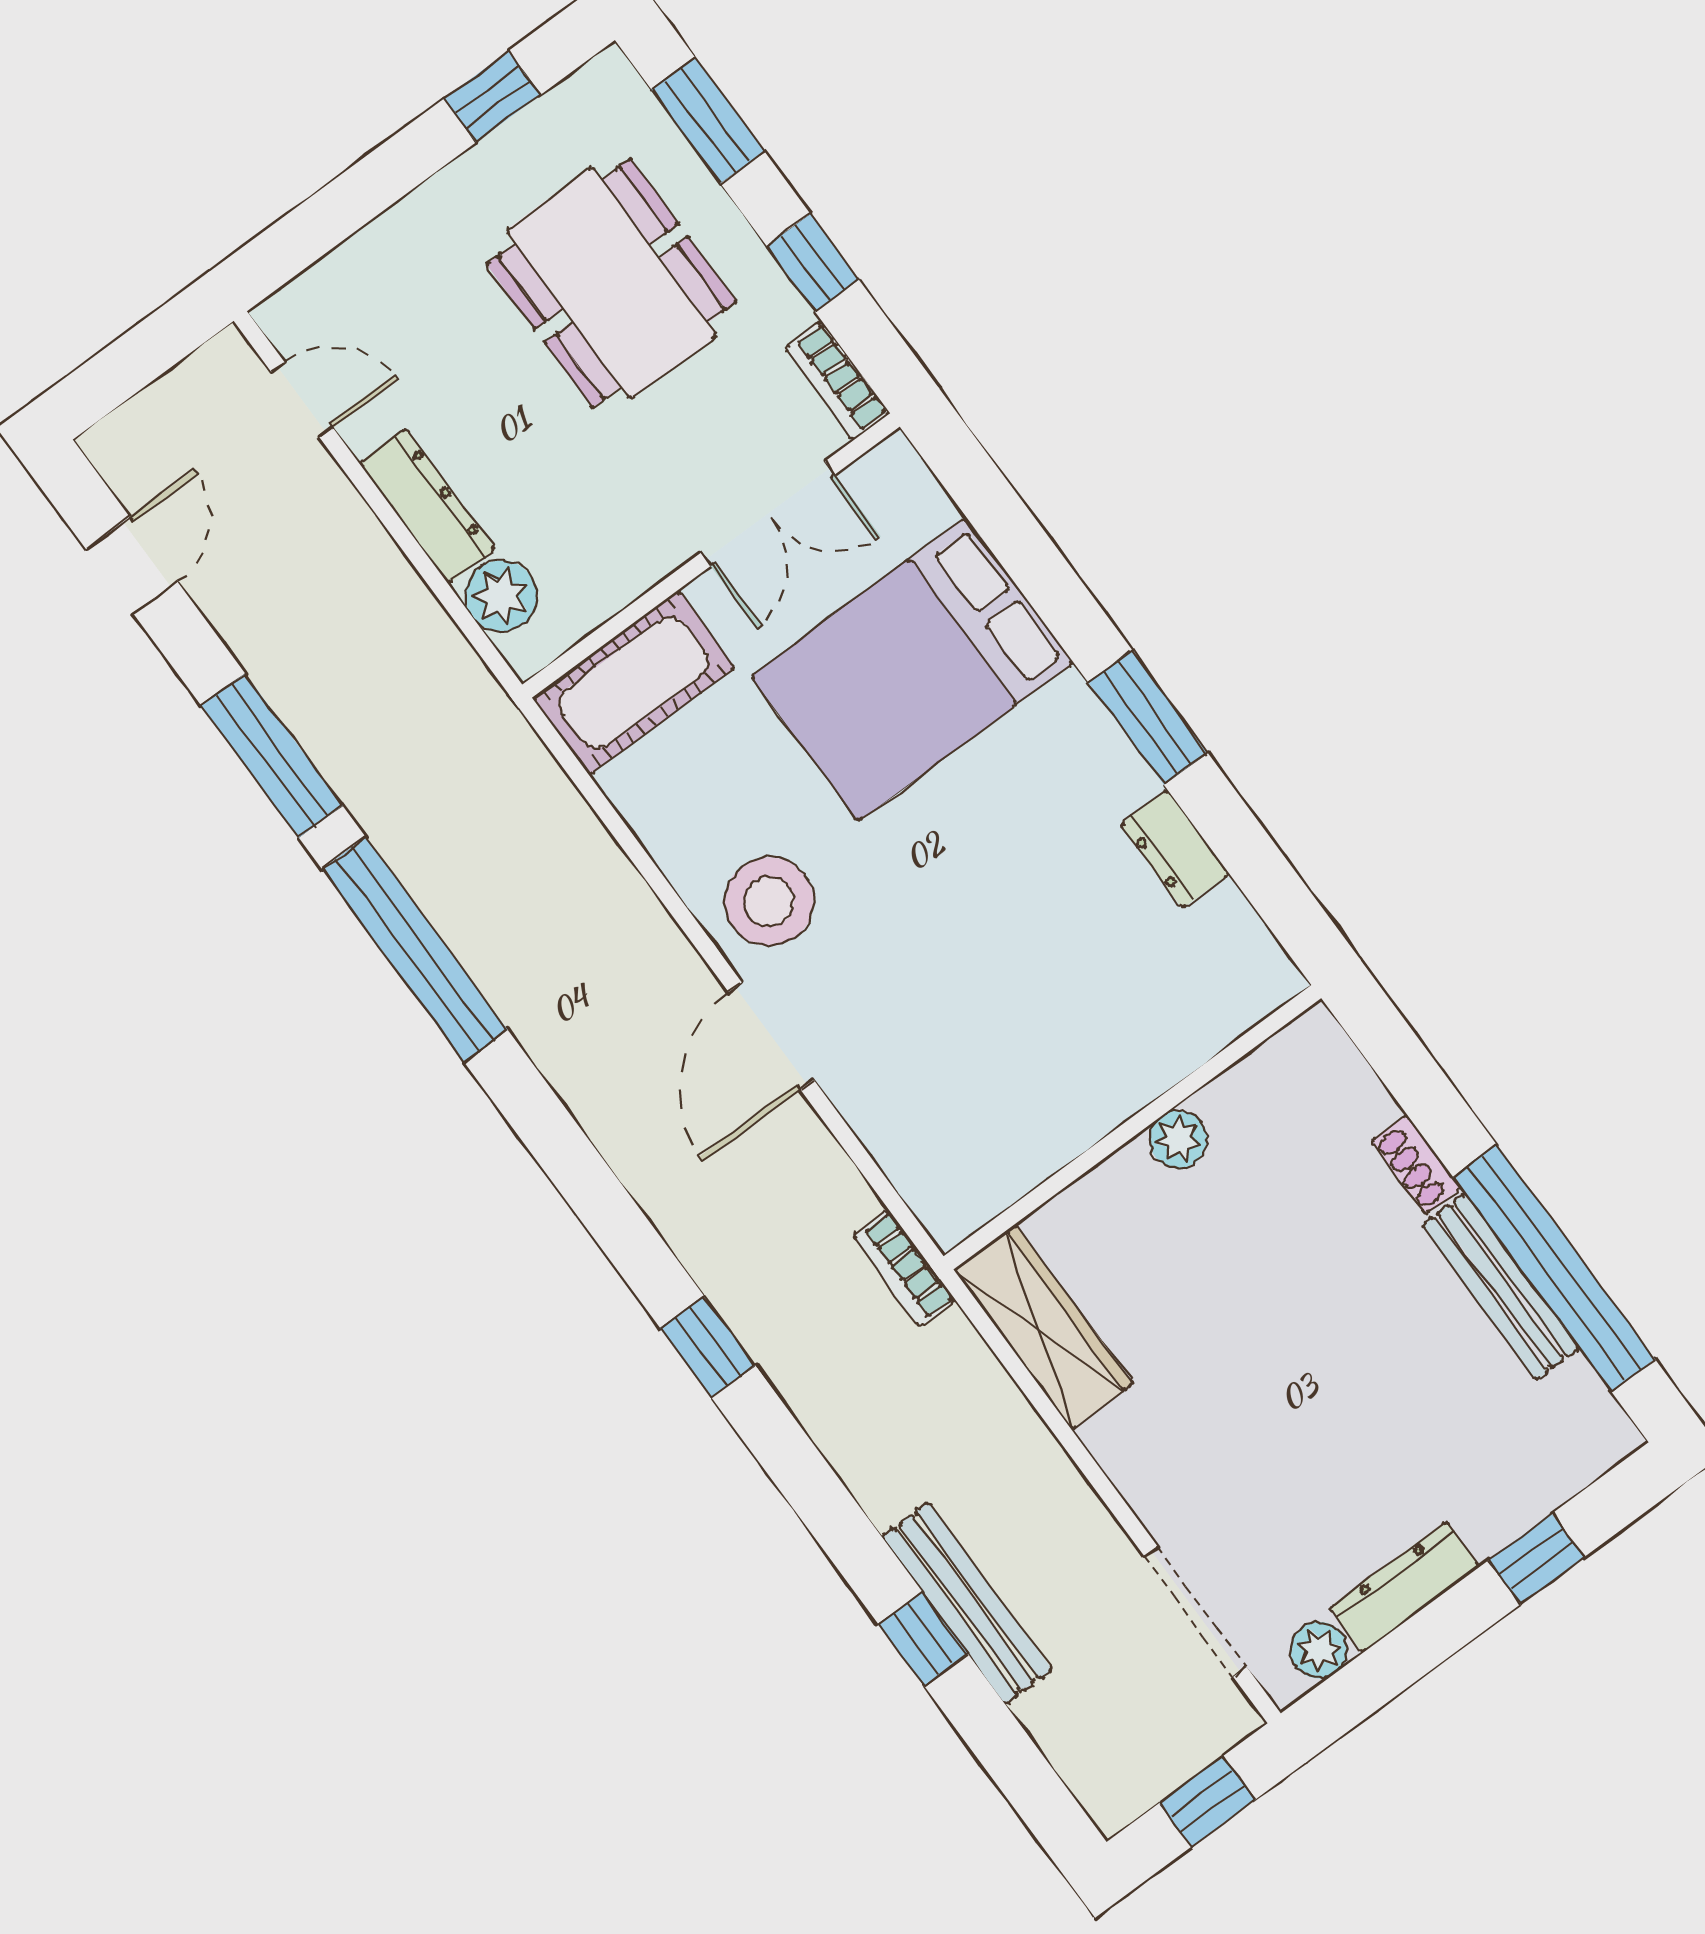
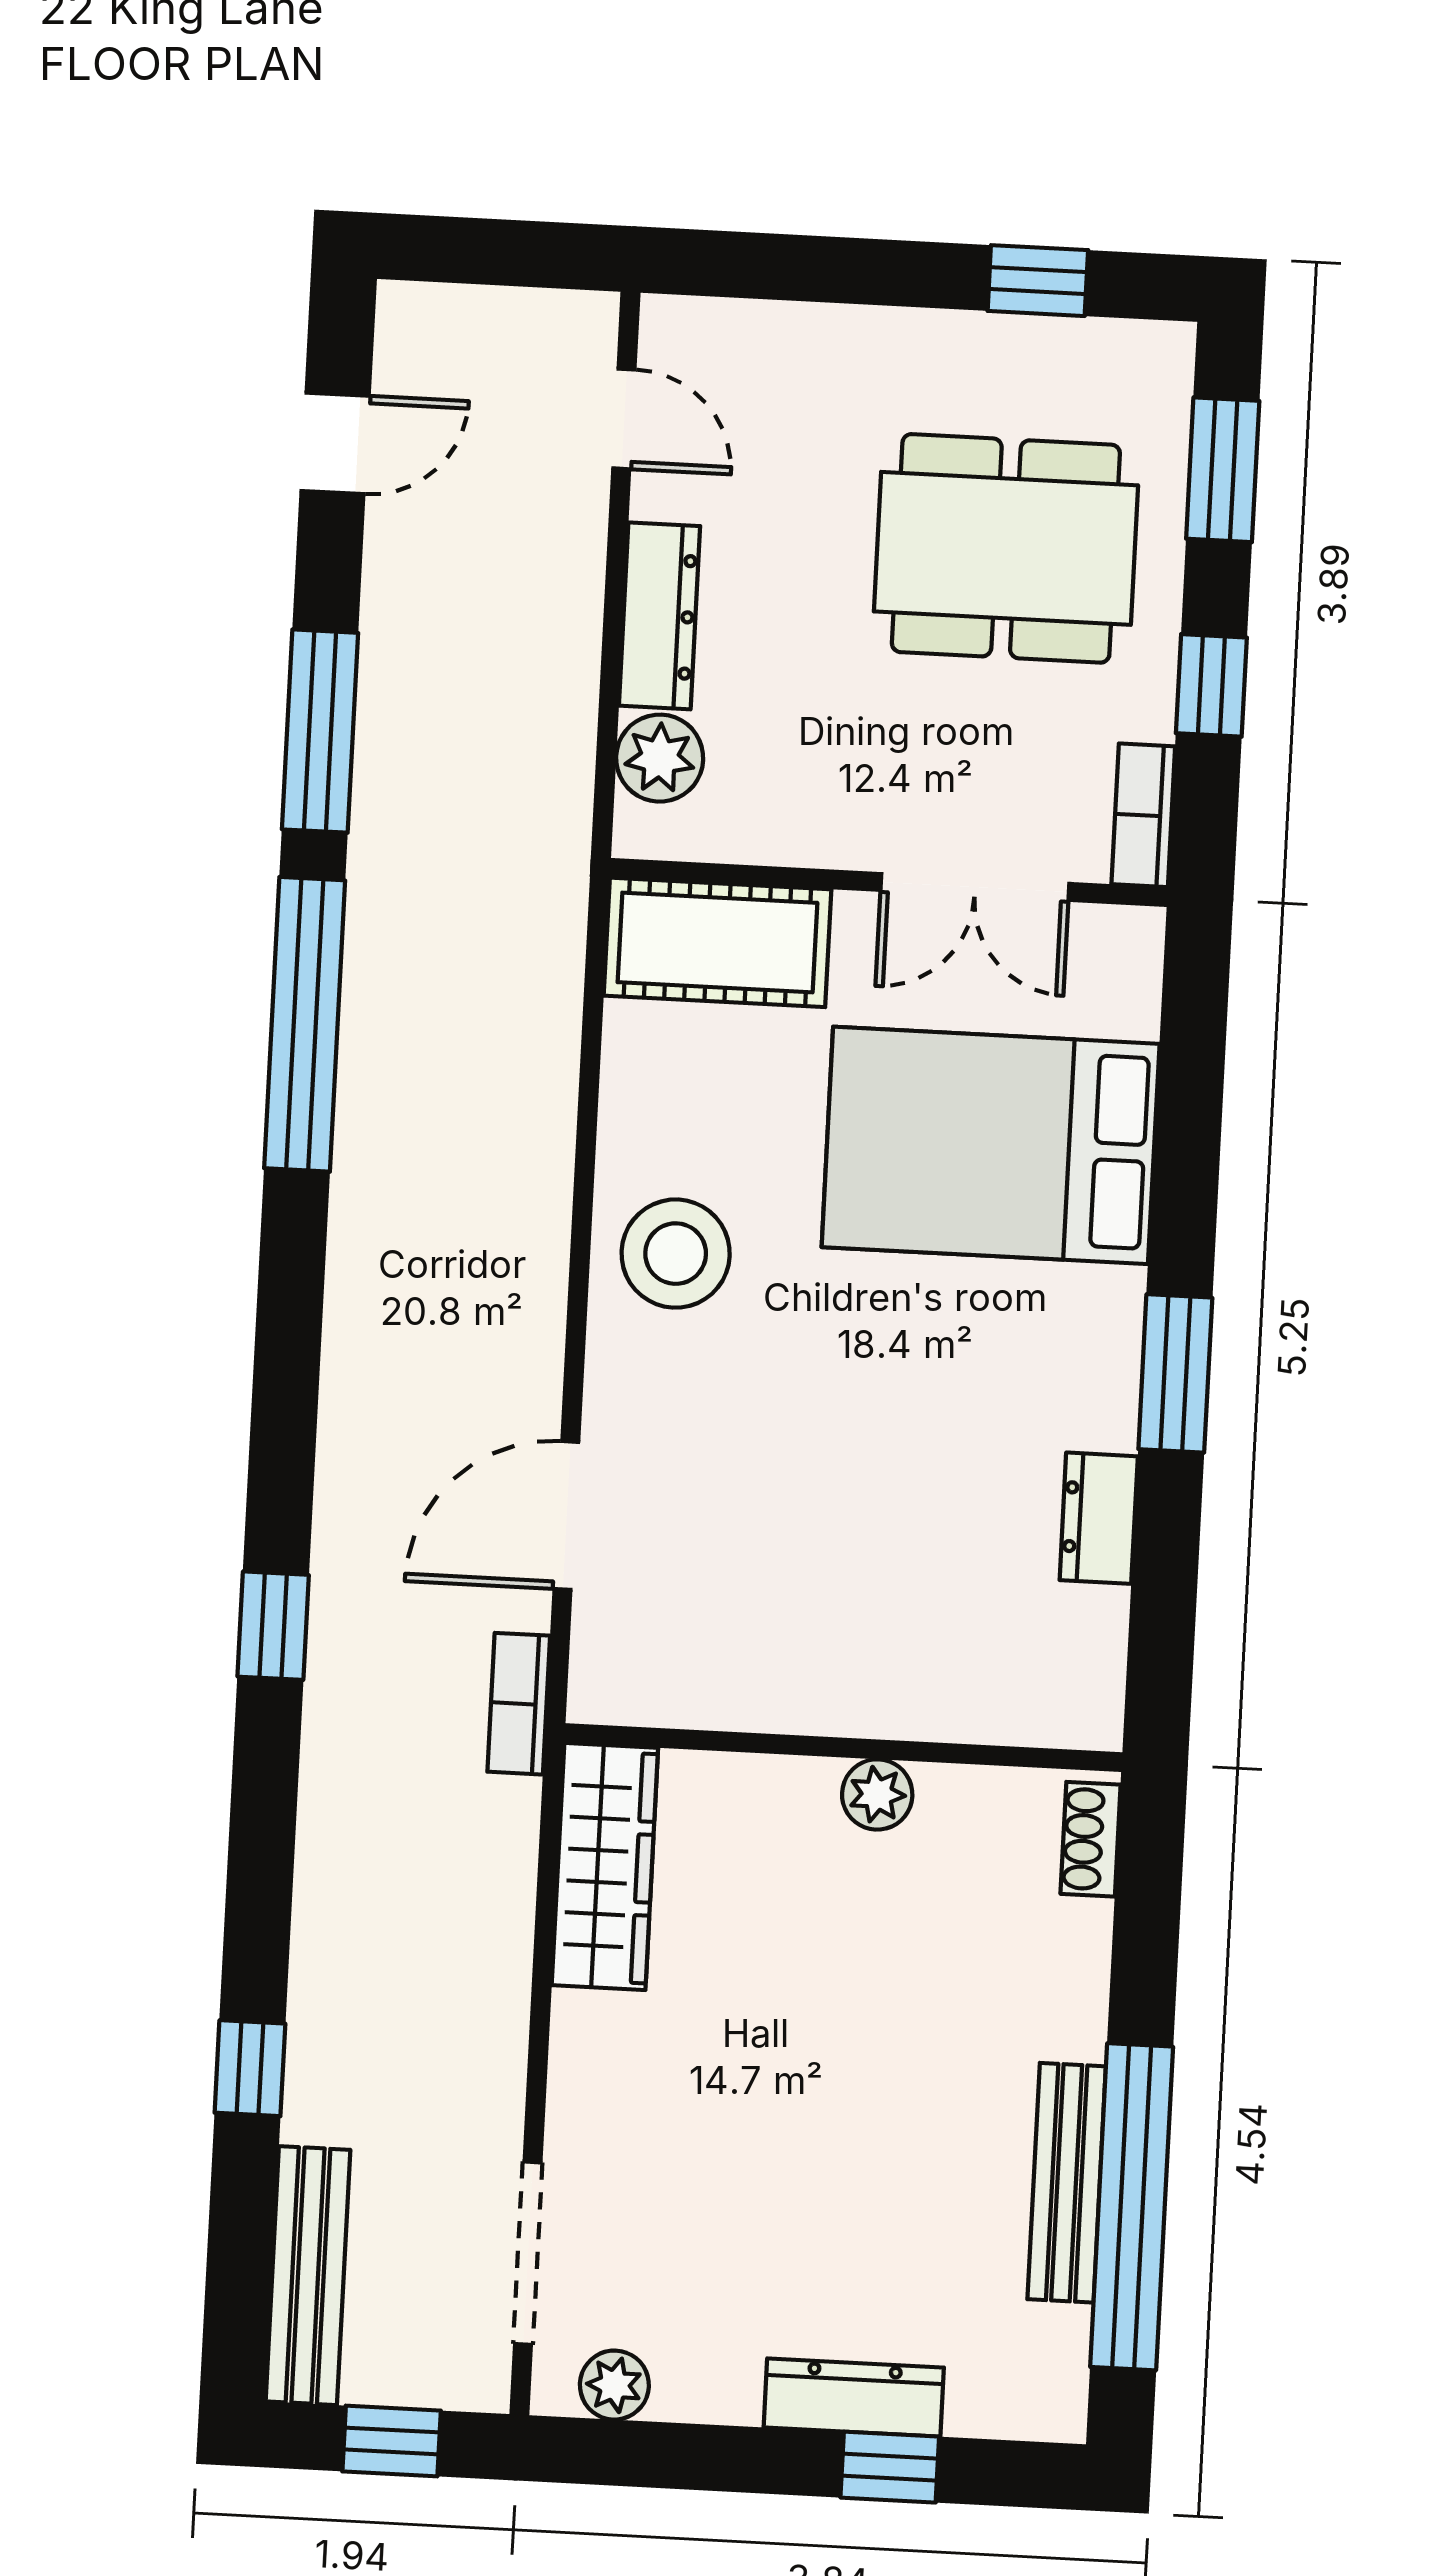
dining table: (611, 283) -> (1006, 548), turned 90
door: (771, 1036) -> (566, 1515), moved
shoe rack: (1416, 1164) -> (1091, 1839), moved
dresser: (1405, 1587) -> (854, 2397), moved
bench: (967, 1603) -> (308, 2276), moved

